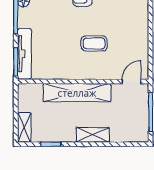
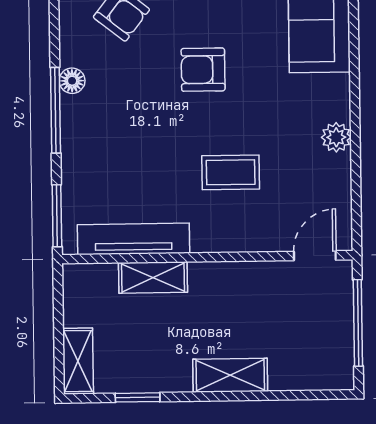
plant: (142, 28) -> (336, 137), added
tv unit: (24, 54) -> (133, 239), moved, turned -90
shelving: (77, 93) -> (153, 278), width x0.45, depth x0.75

